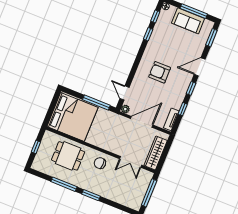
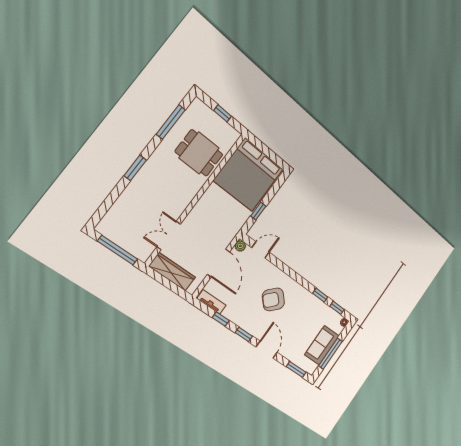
armchair: (160, 72) -> (273, 299), turned -135
window: (96, 103) -> (258, 211), width x0.46
dining table: (68, 156) -> (199, 153), turned 90
chair: (100, 163) -> (178, 193), removed
window: (64, 184) -> (171, 122), moved

